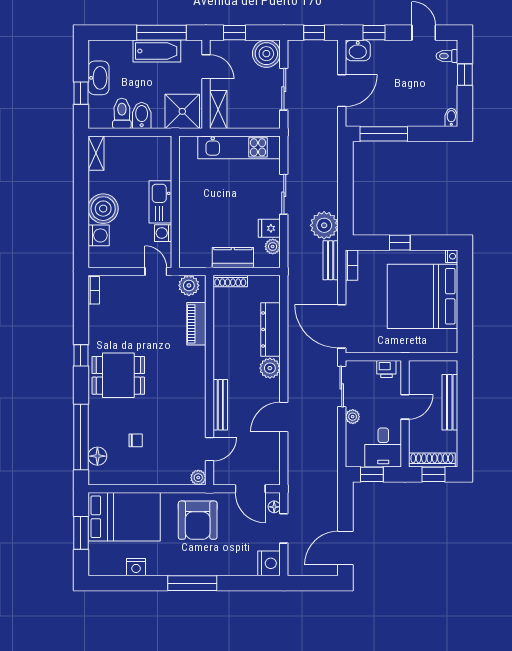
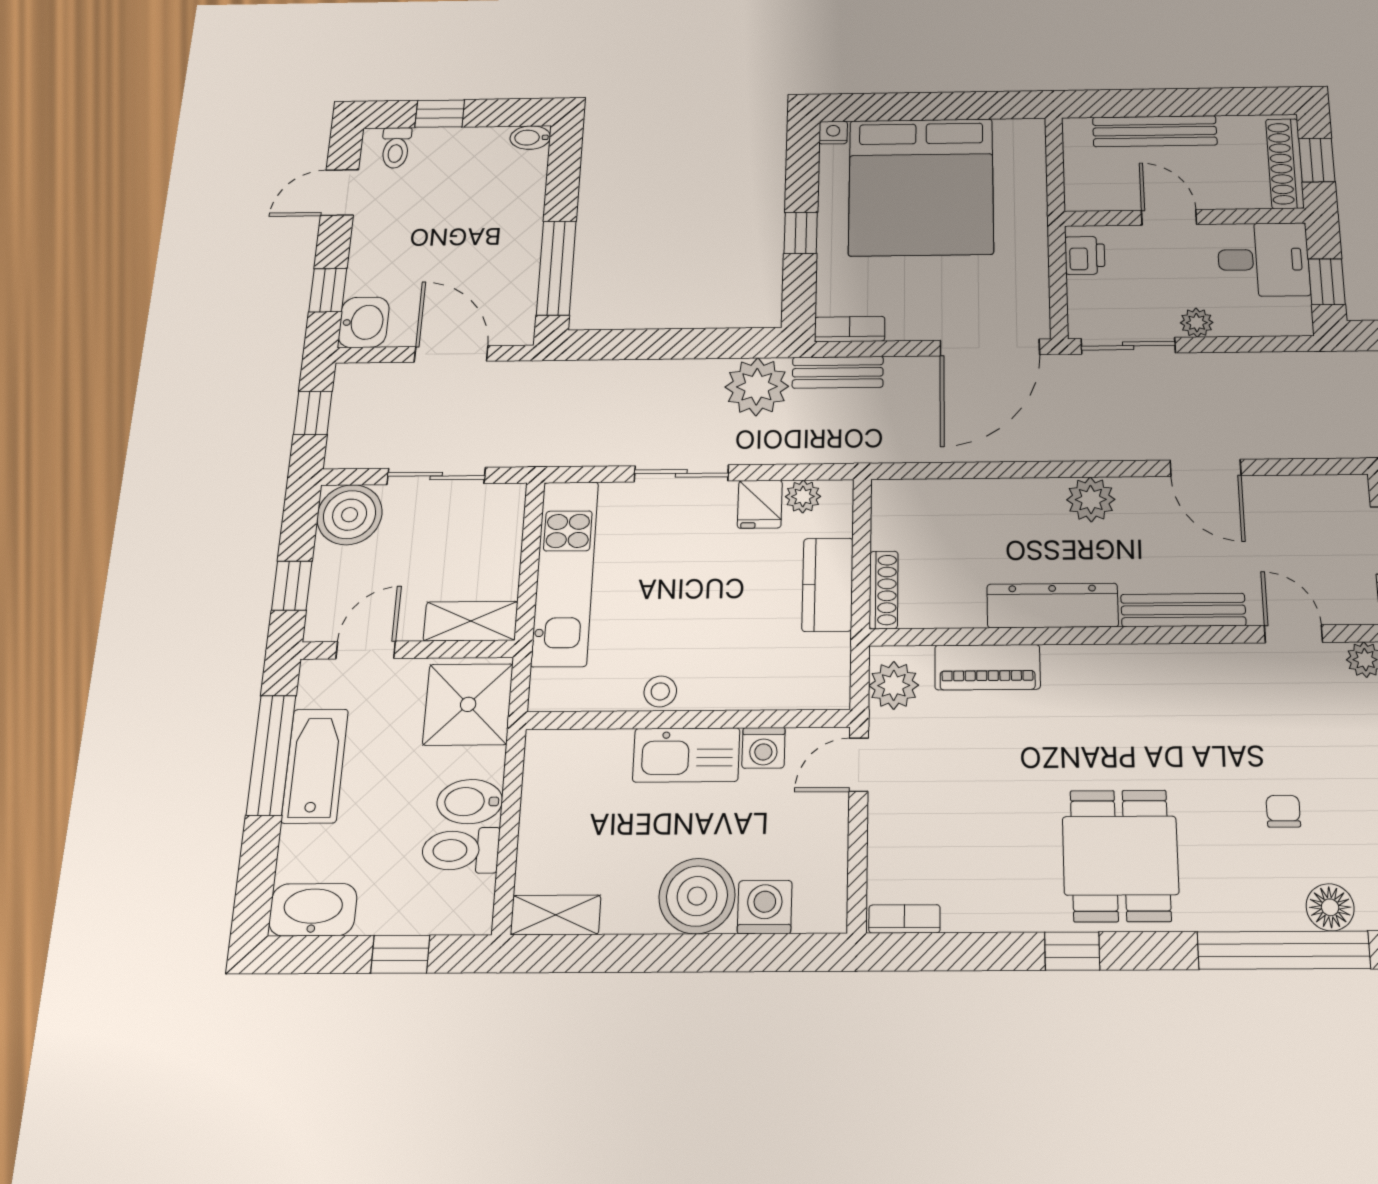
washbasin: (99, 78) -> (313, 910), moved
stool: (187, 190) -> (660, 691), added
dresser: (271, 329) -> (1053, 605), moved, turned 180

